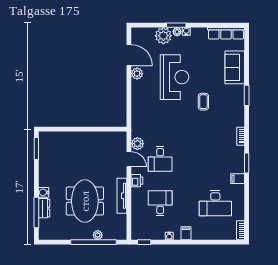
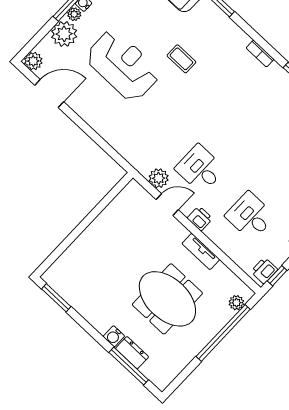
plant: (137, 74) -> (33, 61), moved
desk: (160, 159) -> (200, 169), turned 180
tv unit: (122, 196) -> (201, 251), width x0.71
printer: (141, 234) -> (264, 271), added
plant: (98, 235) -> (236, 303), moved

